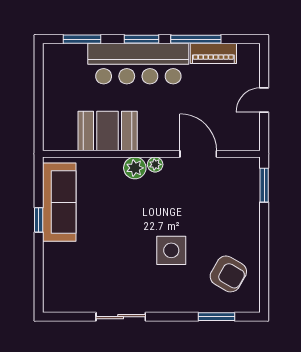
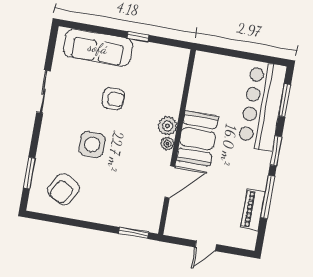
bar counter: (138, 64) -> (262, 106), moved
door: (264, 100) -> (206, 246), swing flipped
booth: (108, 131) -> (198, 139), moved
sofa: (59, 202) -> (98, 48), moved
armchair: (115, 235) -> (113, 99), added

